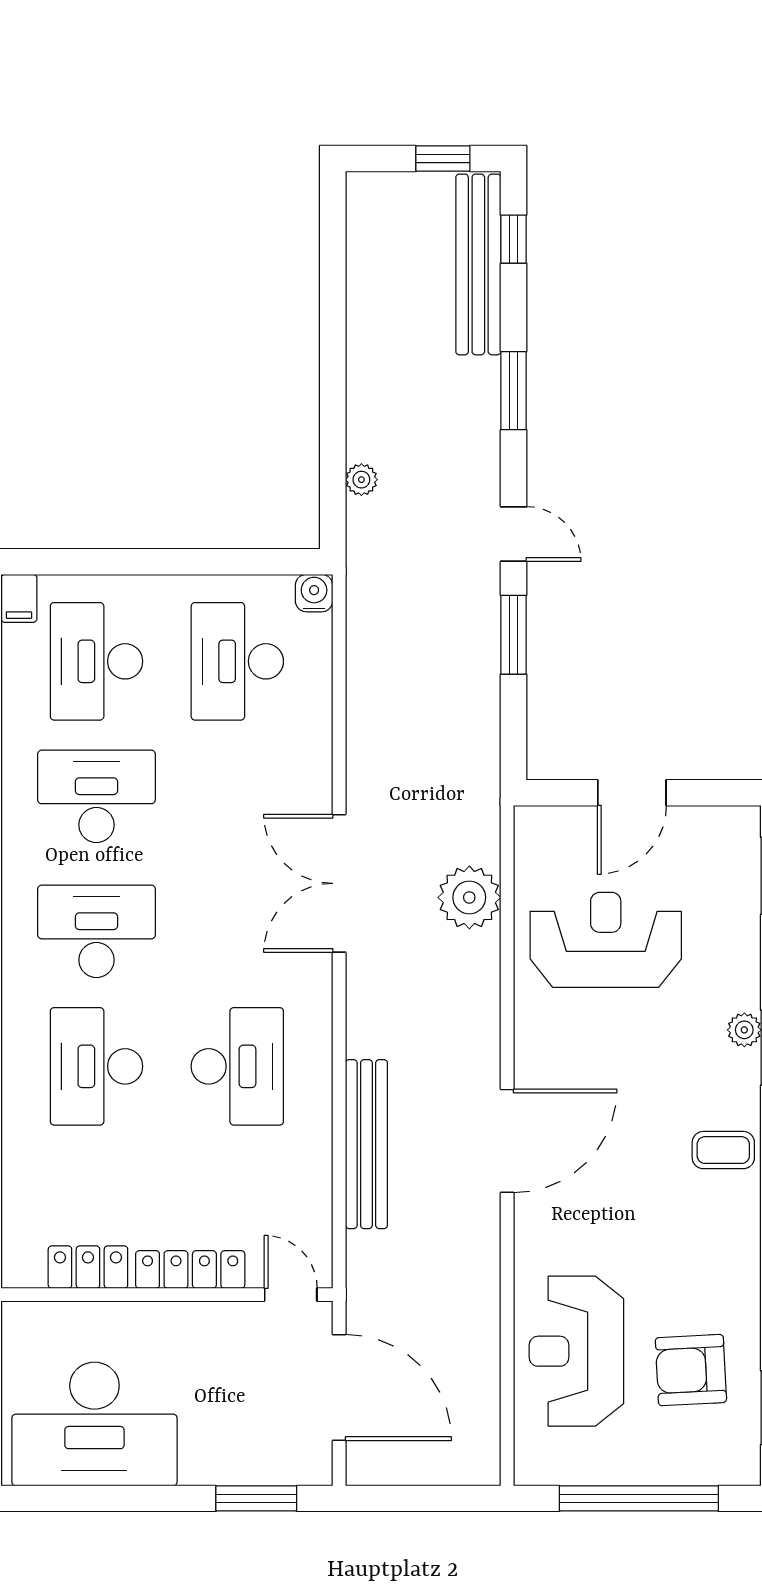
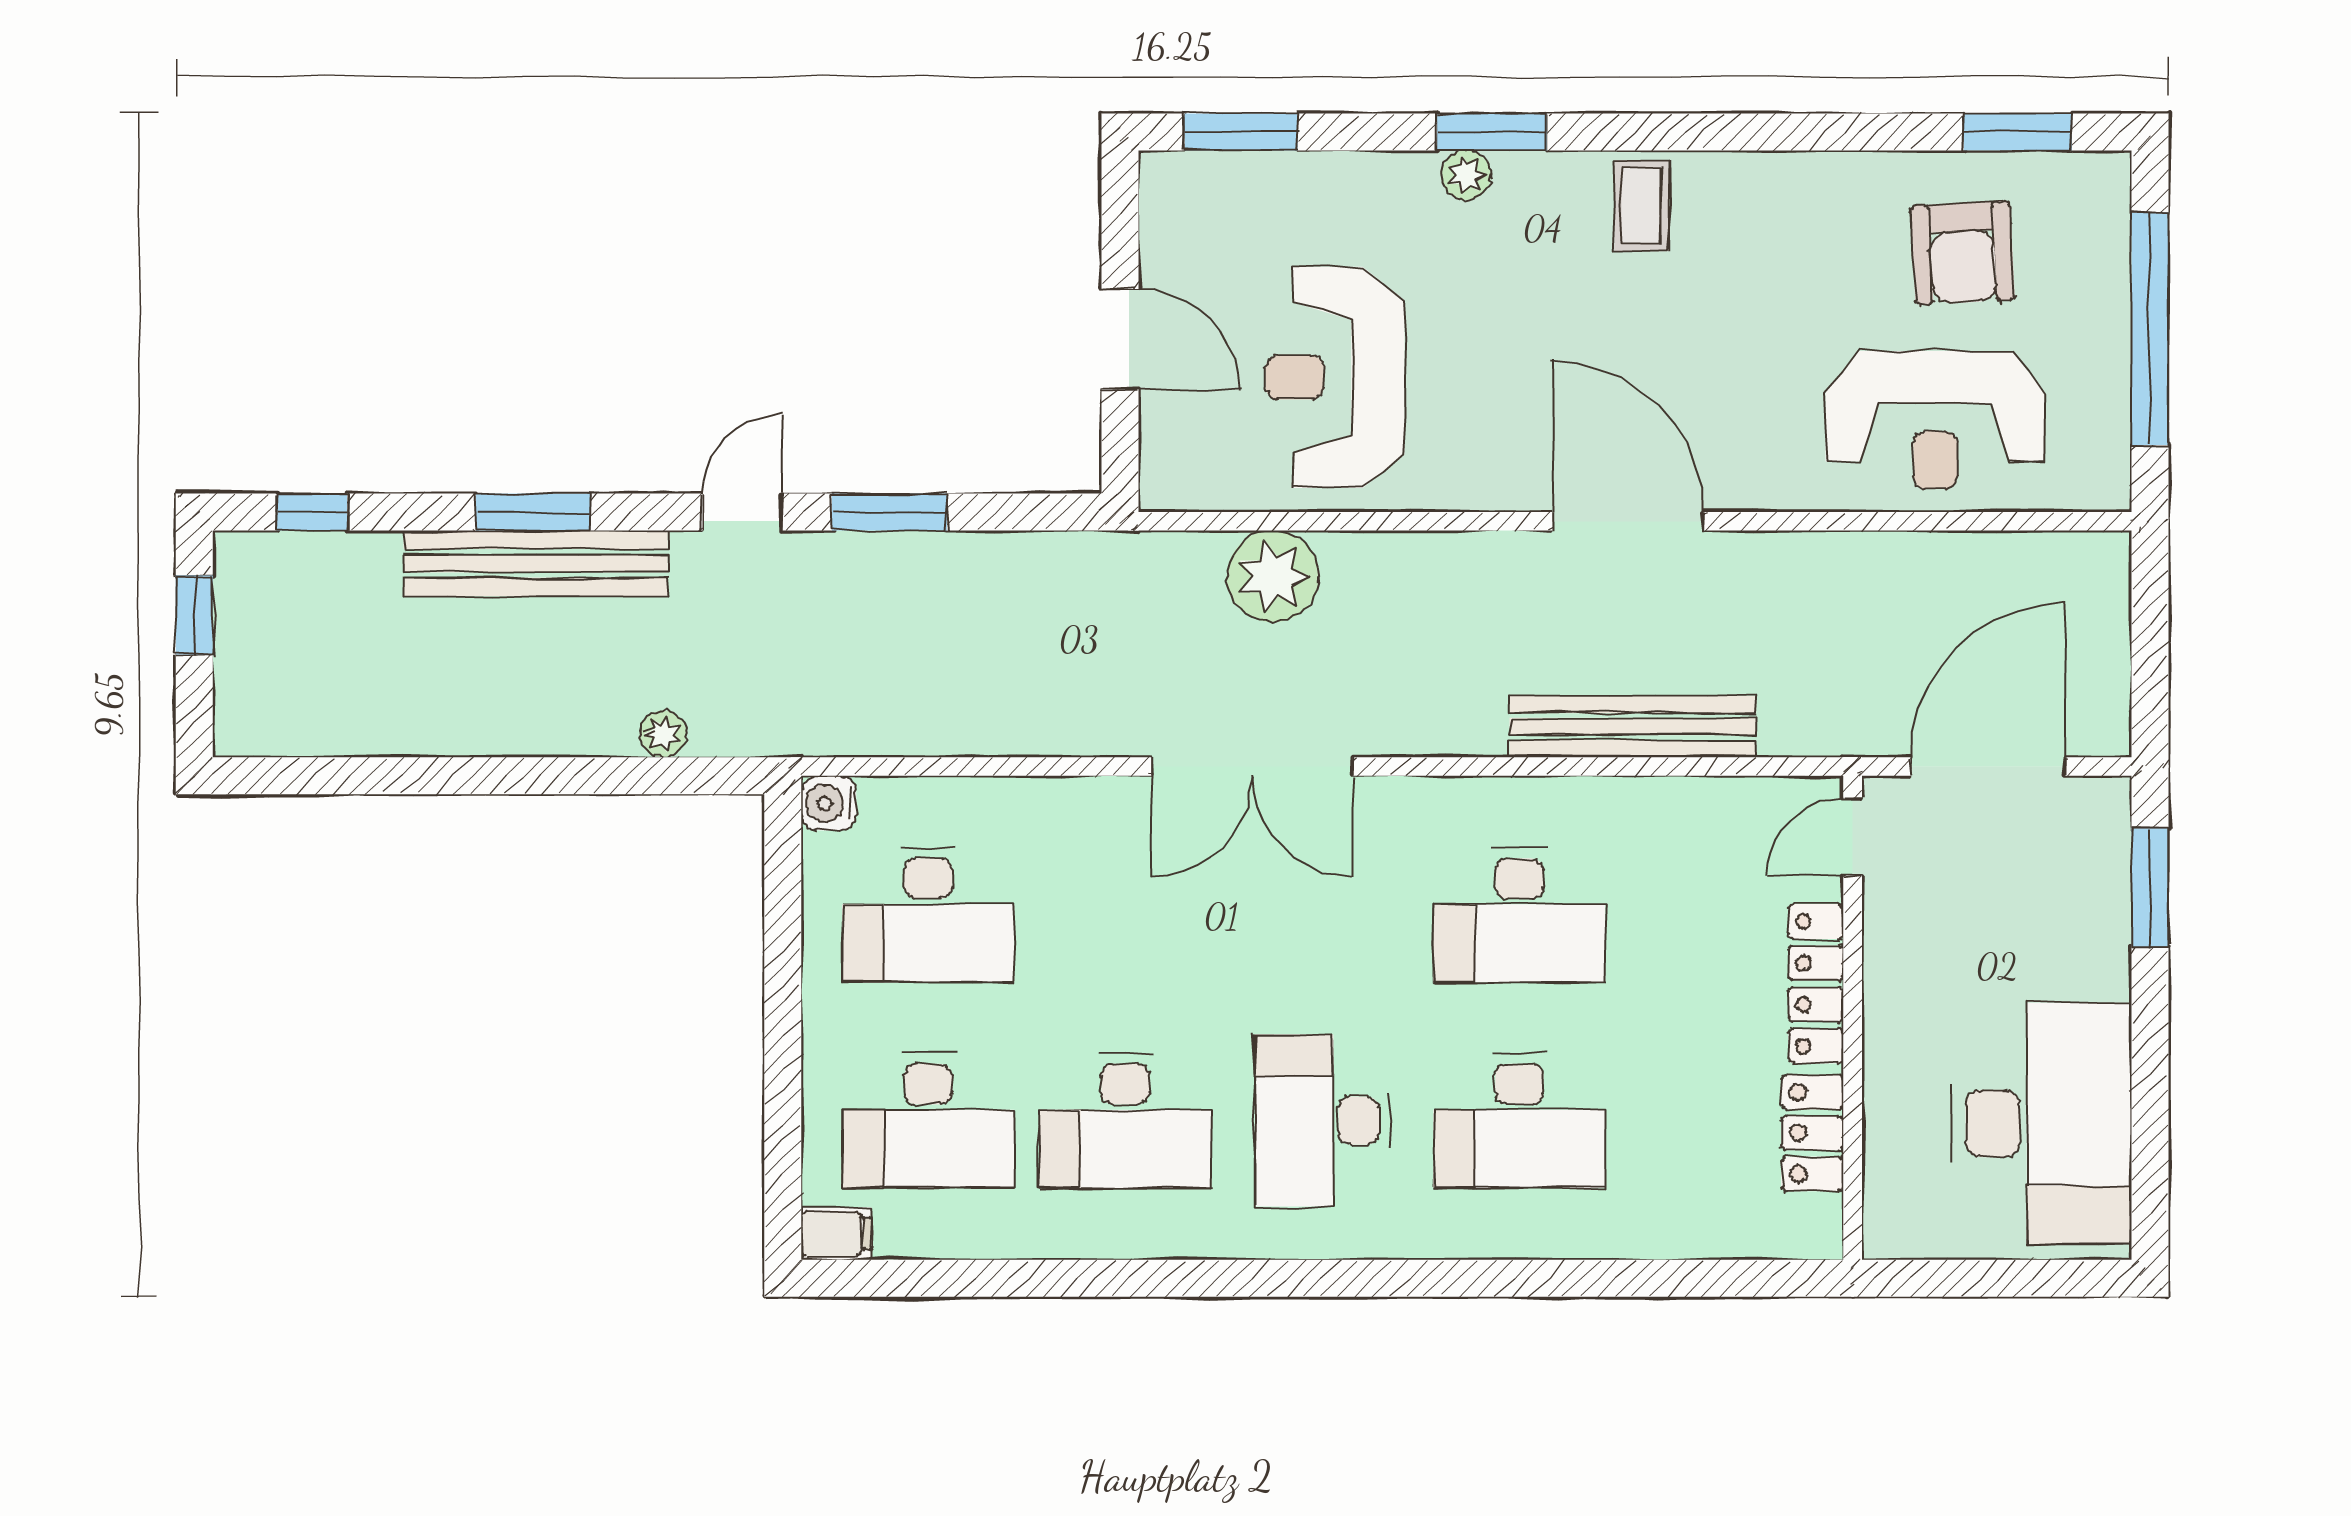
bench: (478, 264) -> (536, 563), moved
desk: (96, 796) -> (1125, 1121), turned -90
desk: (237, 1066) -> (1519, 915), turned 180

